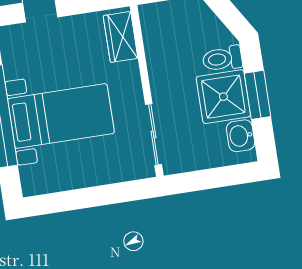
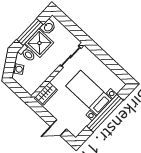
washing machine: (206, 20) -> (18, 69), added
window: (257, 95) -> (30, 32), width x1.44

